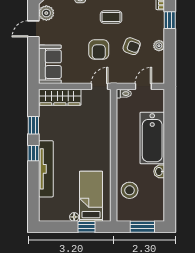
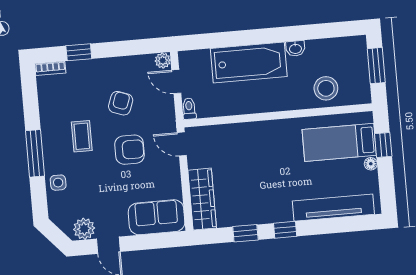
plant: (159, 46) -> (163, 61), moved
tv unit: (46, 169) -> (333, 208), moved

